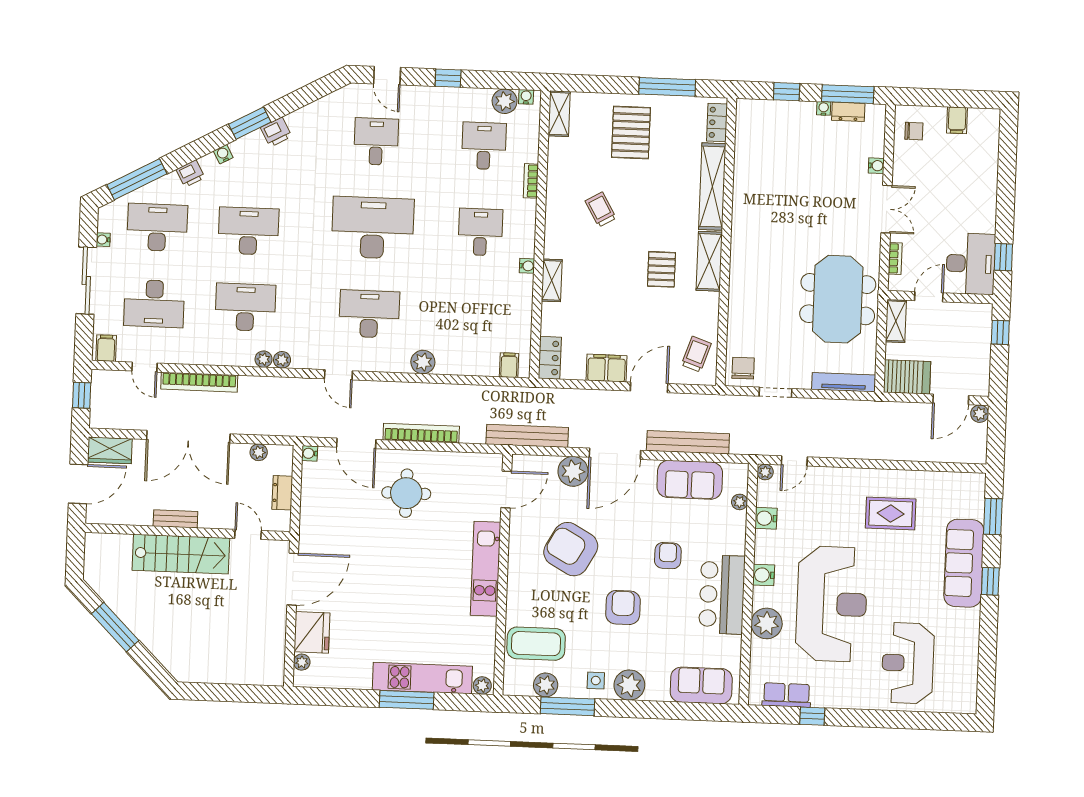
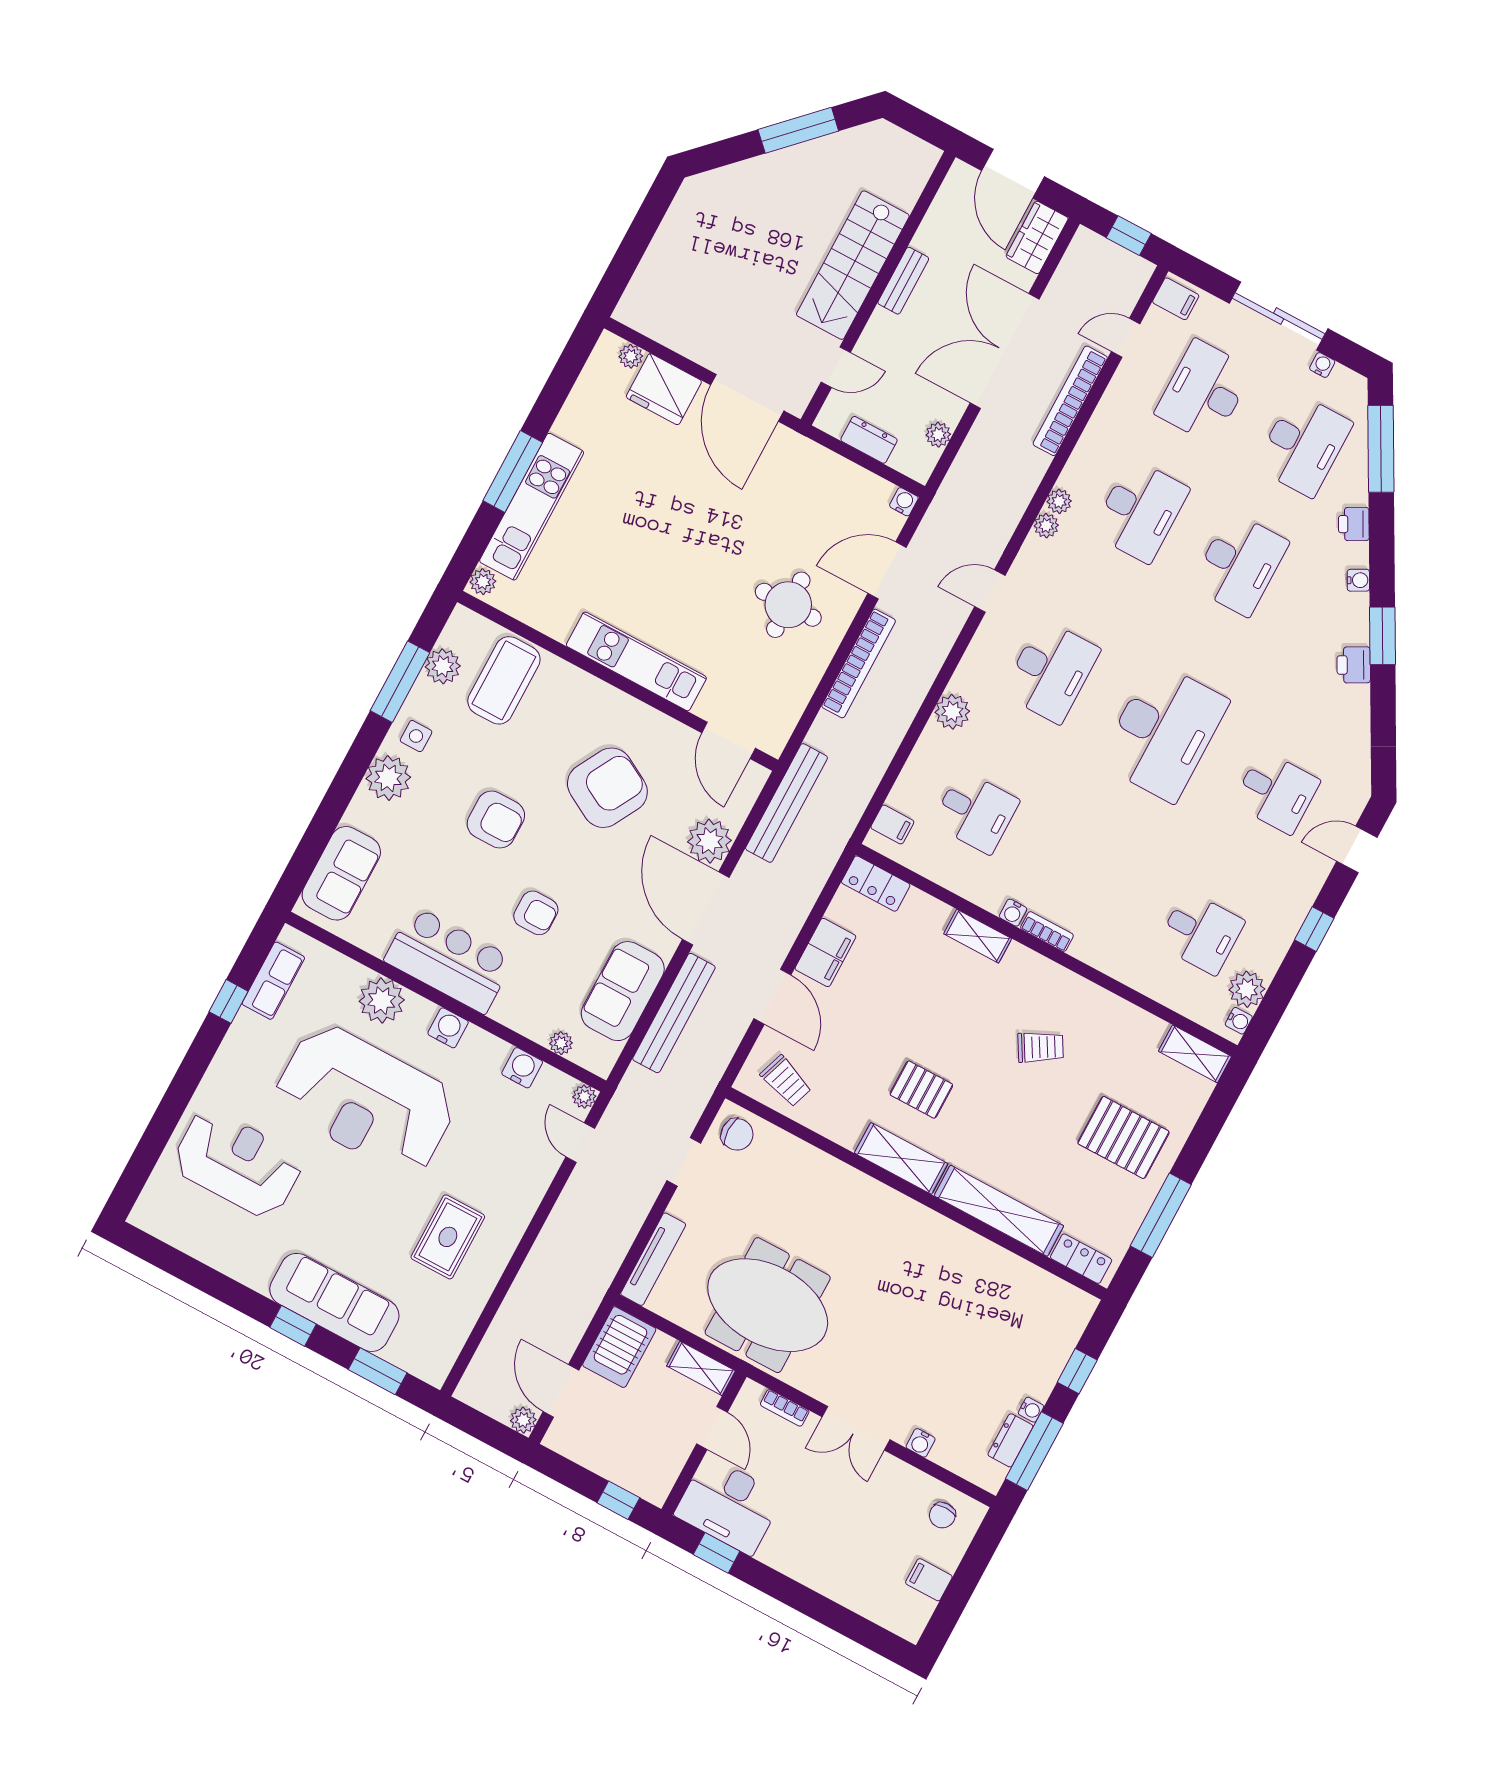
bookcase: (531, 181) -> (1047, 932), moved
desk: (480, 232) -> (976, 812), moved

